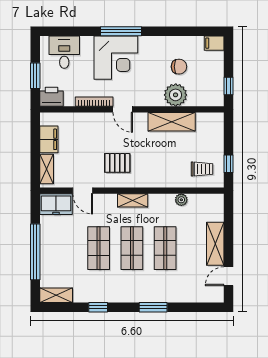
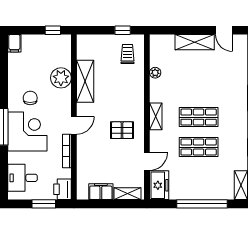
chair: (179, 67) -> (30, 98), moved
pallet: (117, 163) -> (122, 130), turned 90
shop shelf: (165, 248) -> (199, 87), removed

